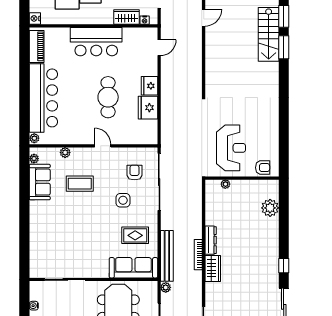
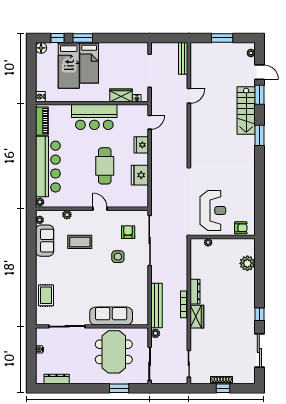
window: (284, 47) -> (259, 135), moved
fridge: (149, 86) -> (141, 145), moved
rug: (135, 235) -> (46, 295), moved, turned 90
sofa: (133, 268) -> (111, 316), moved

